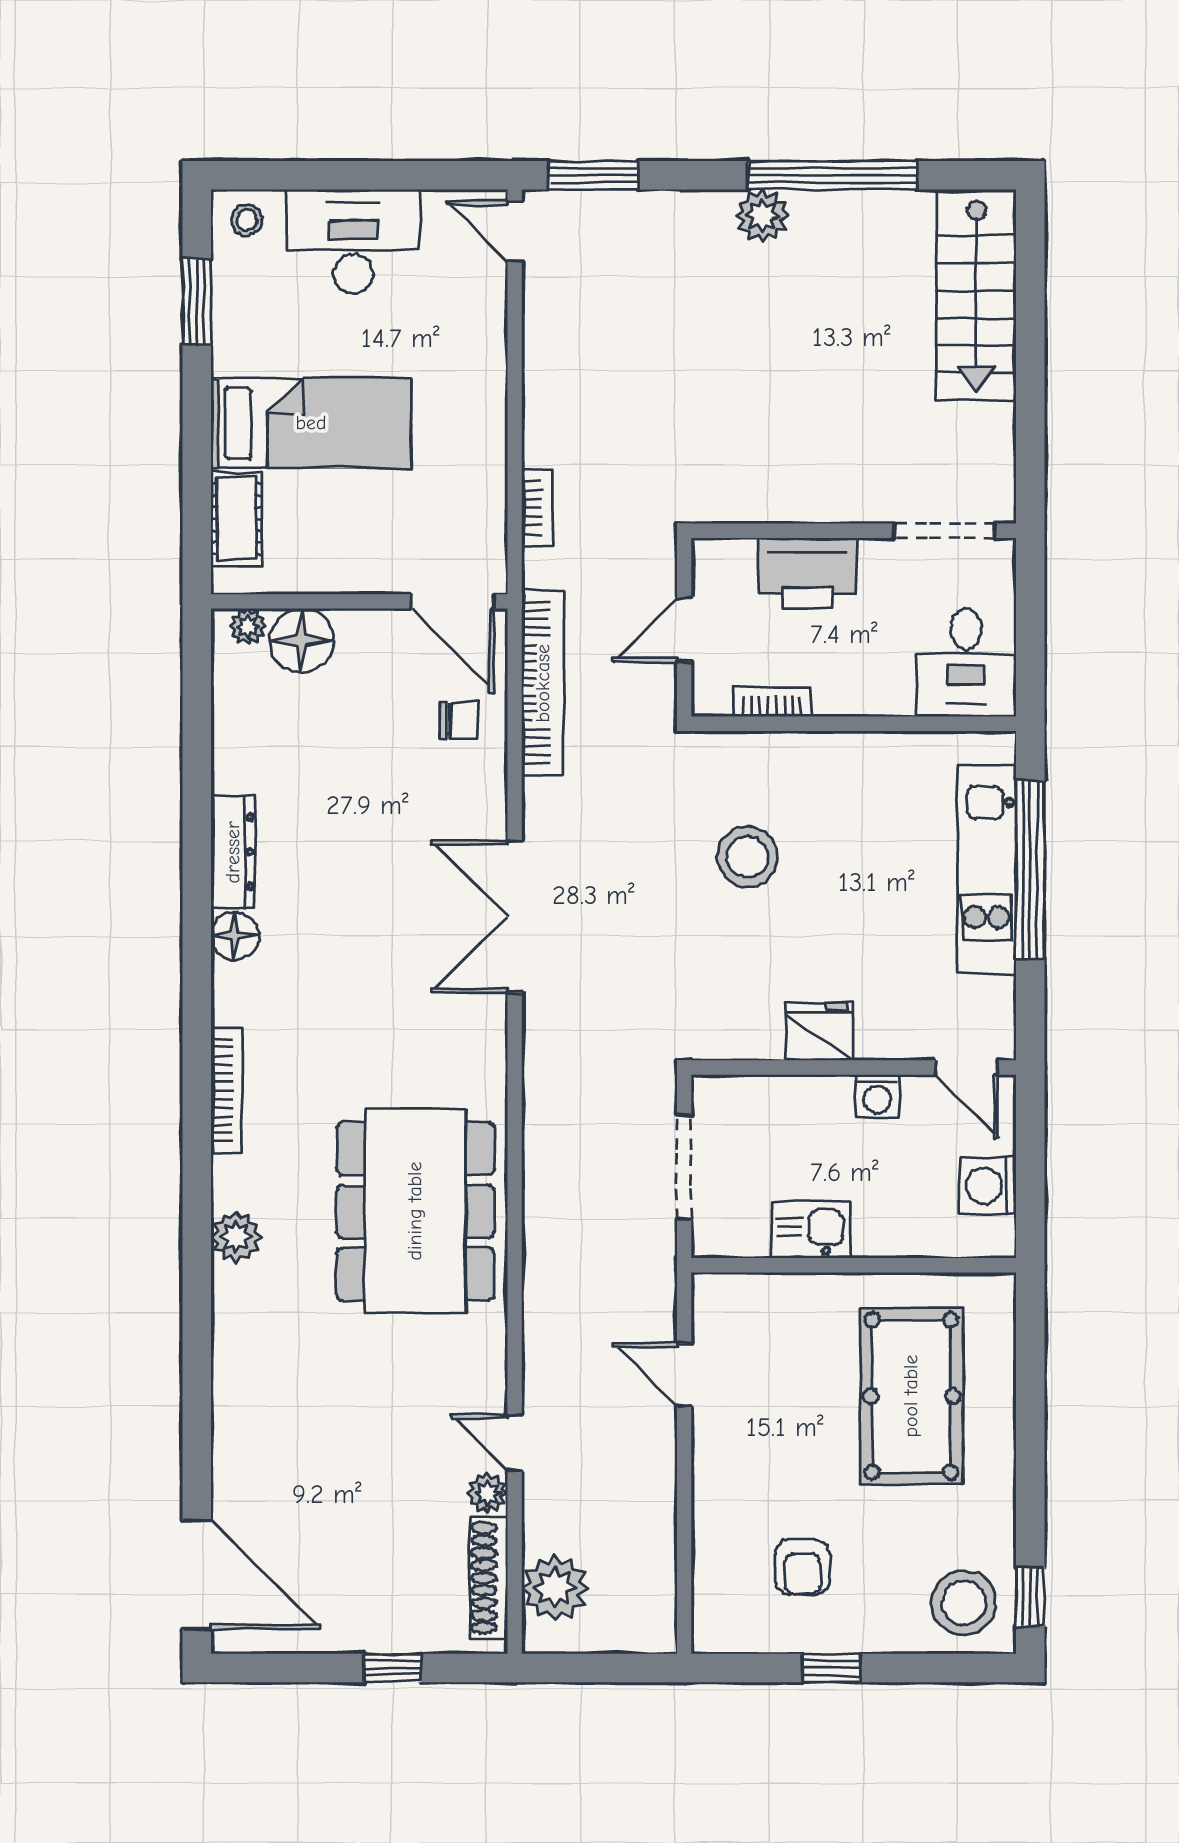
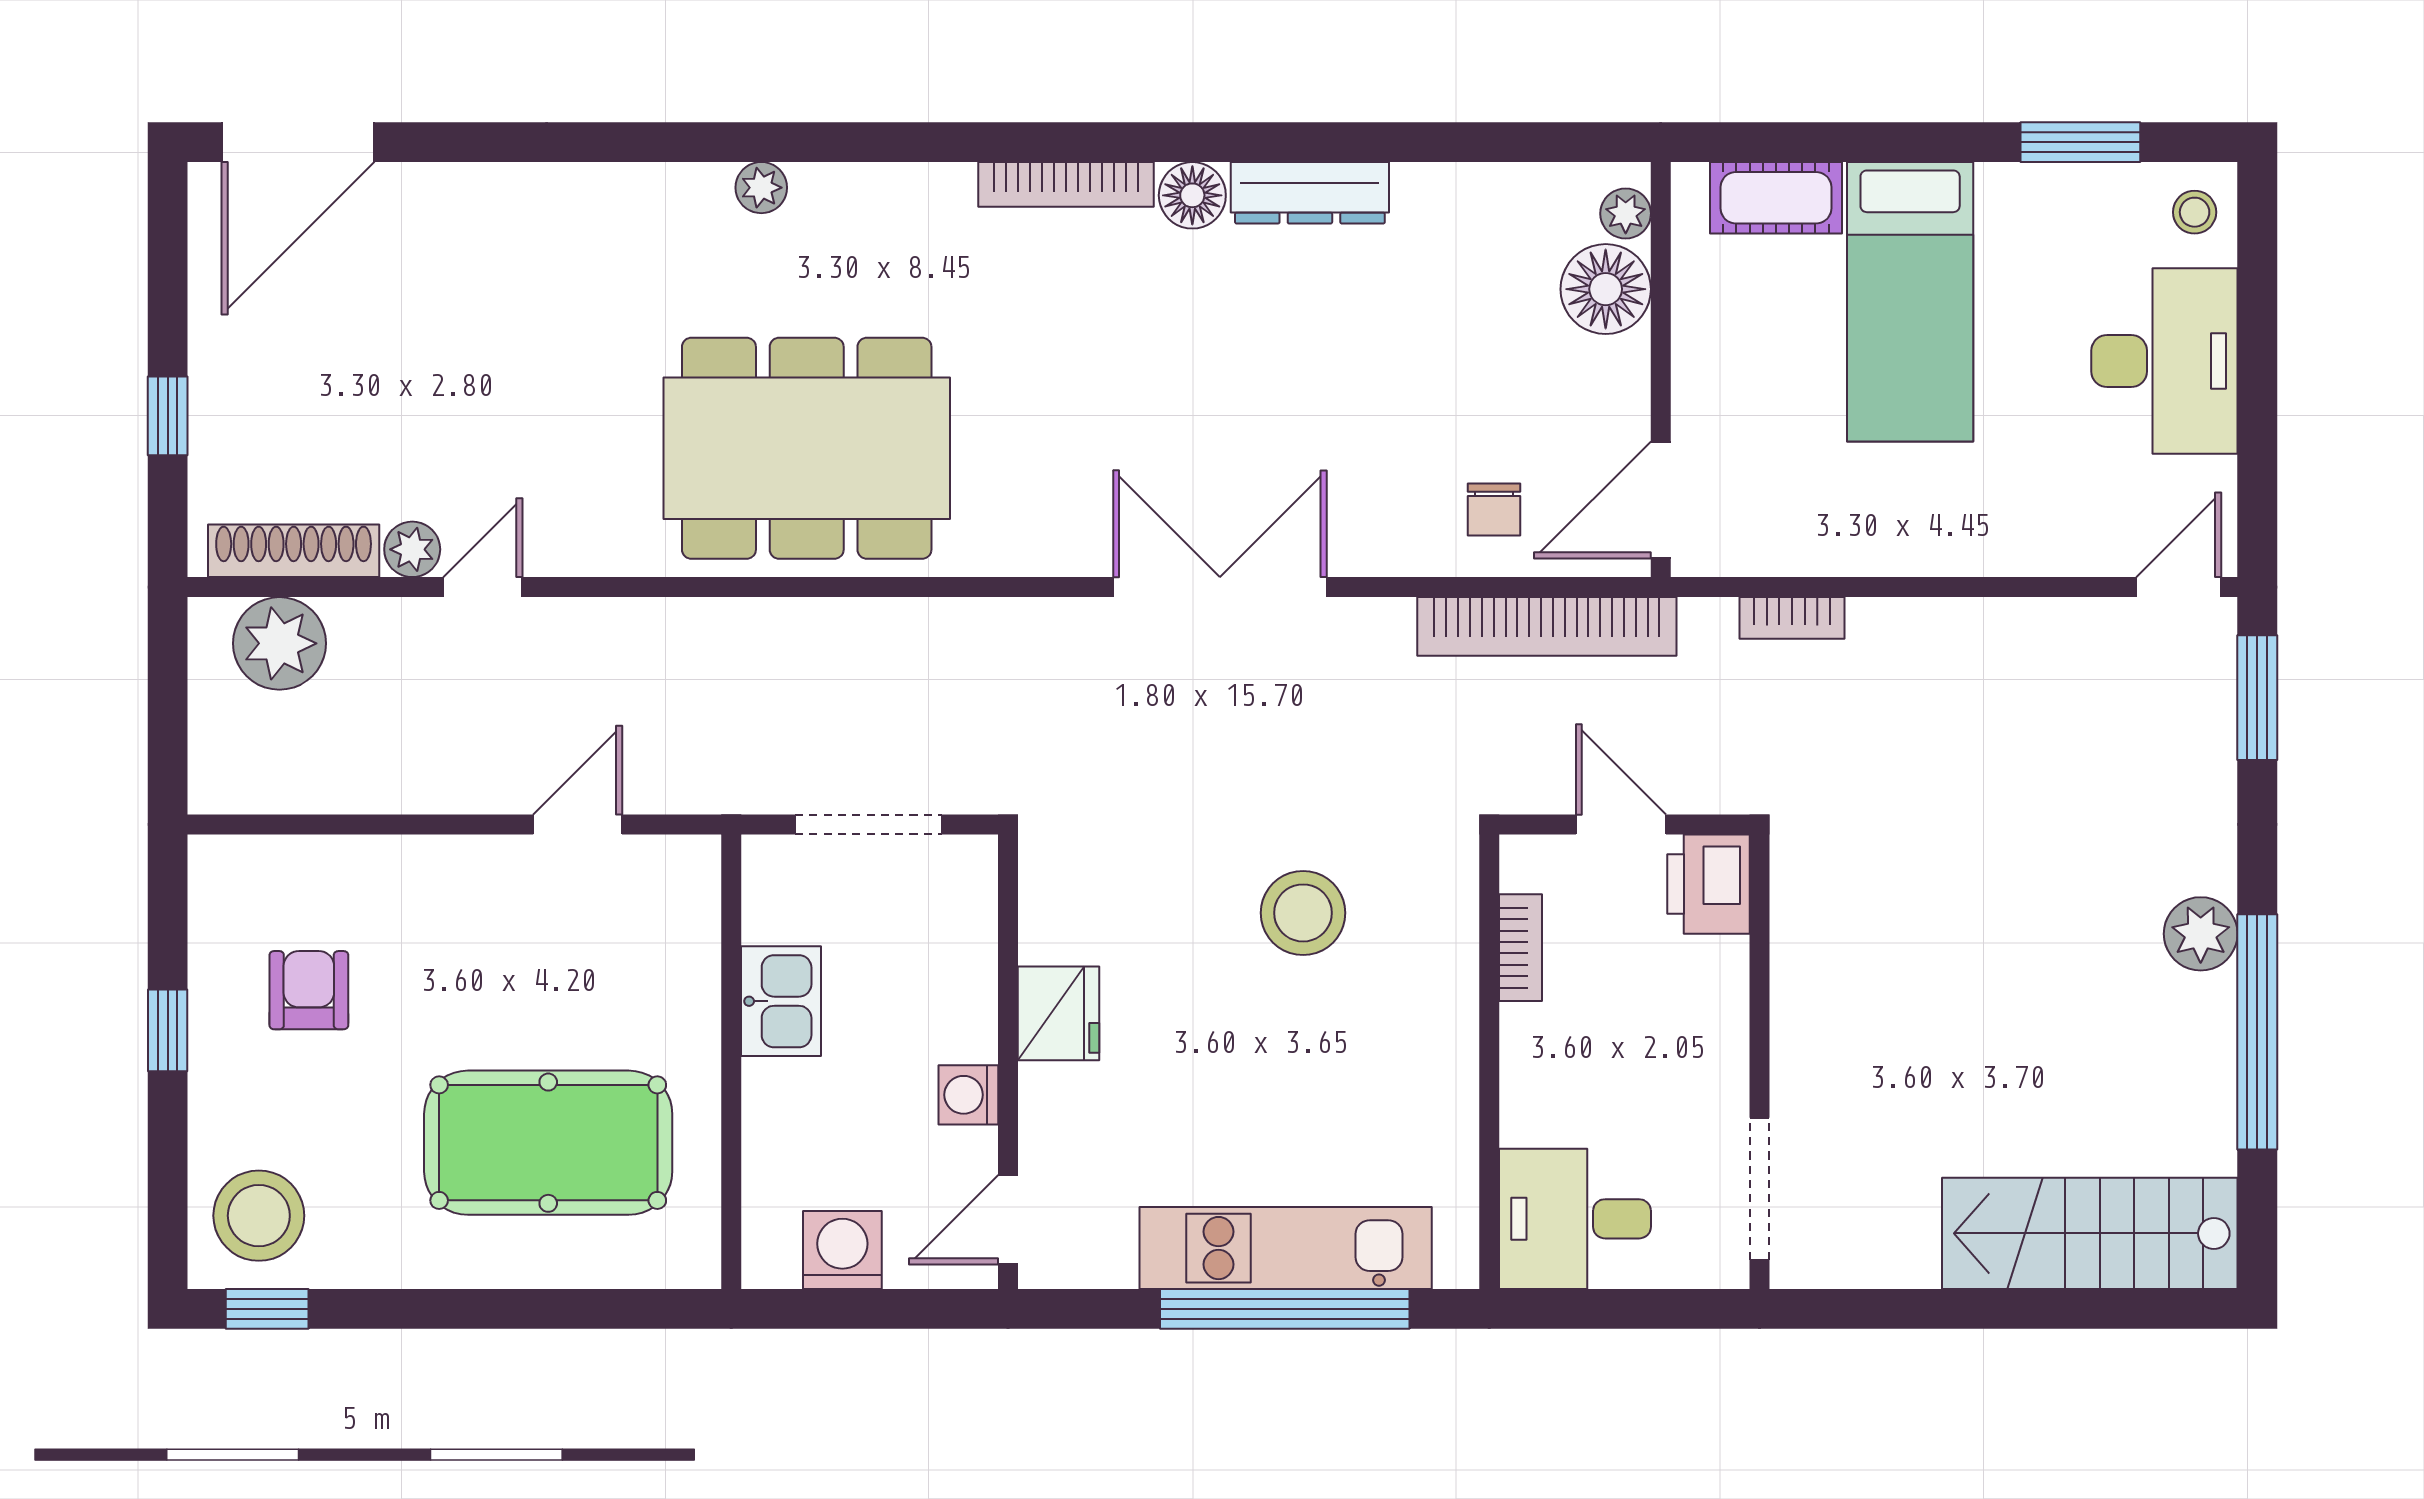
printer: (807, 573) -> (1709, 884), moved, width x0.73, depth x0.84
bookcase: (227, 1091) -> (1066, 184), moved
plant: (236, 1237) -> (761, 188), width x0.73, depth x0.73
armchair: (803, 1567) -> (309, 990), turned 90

